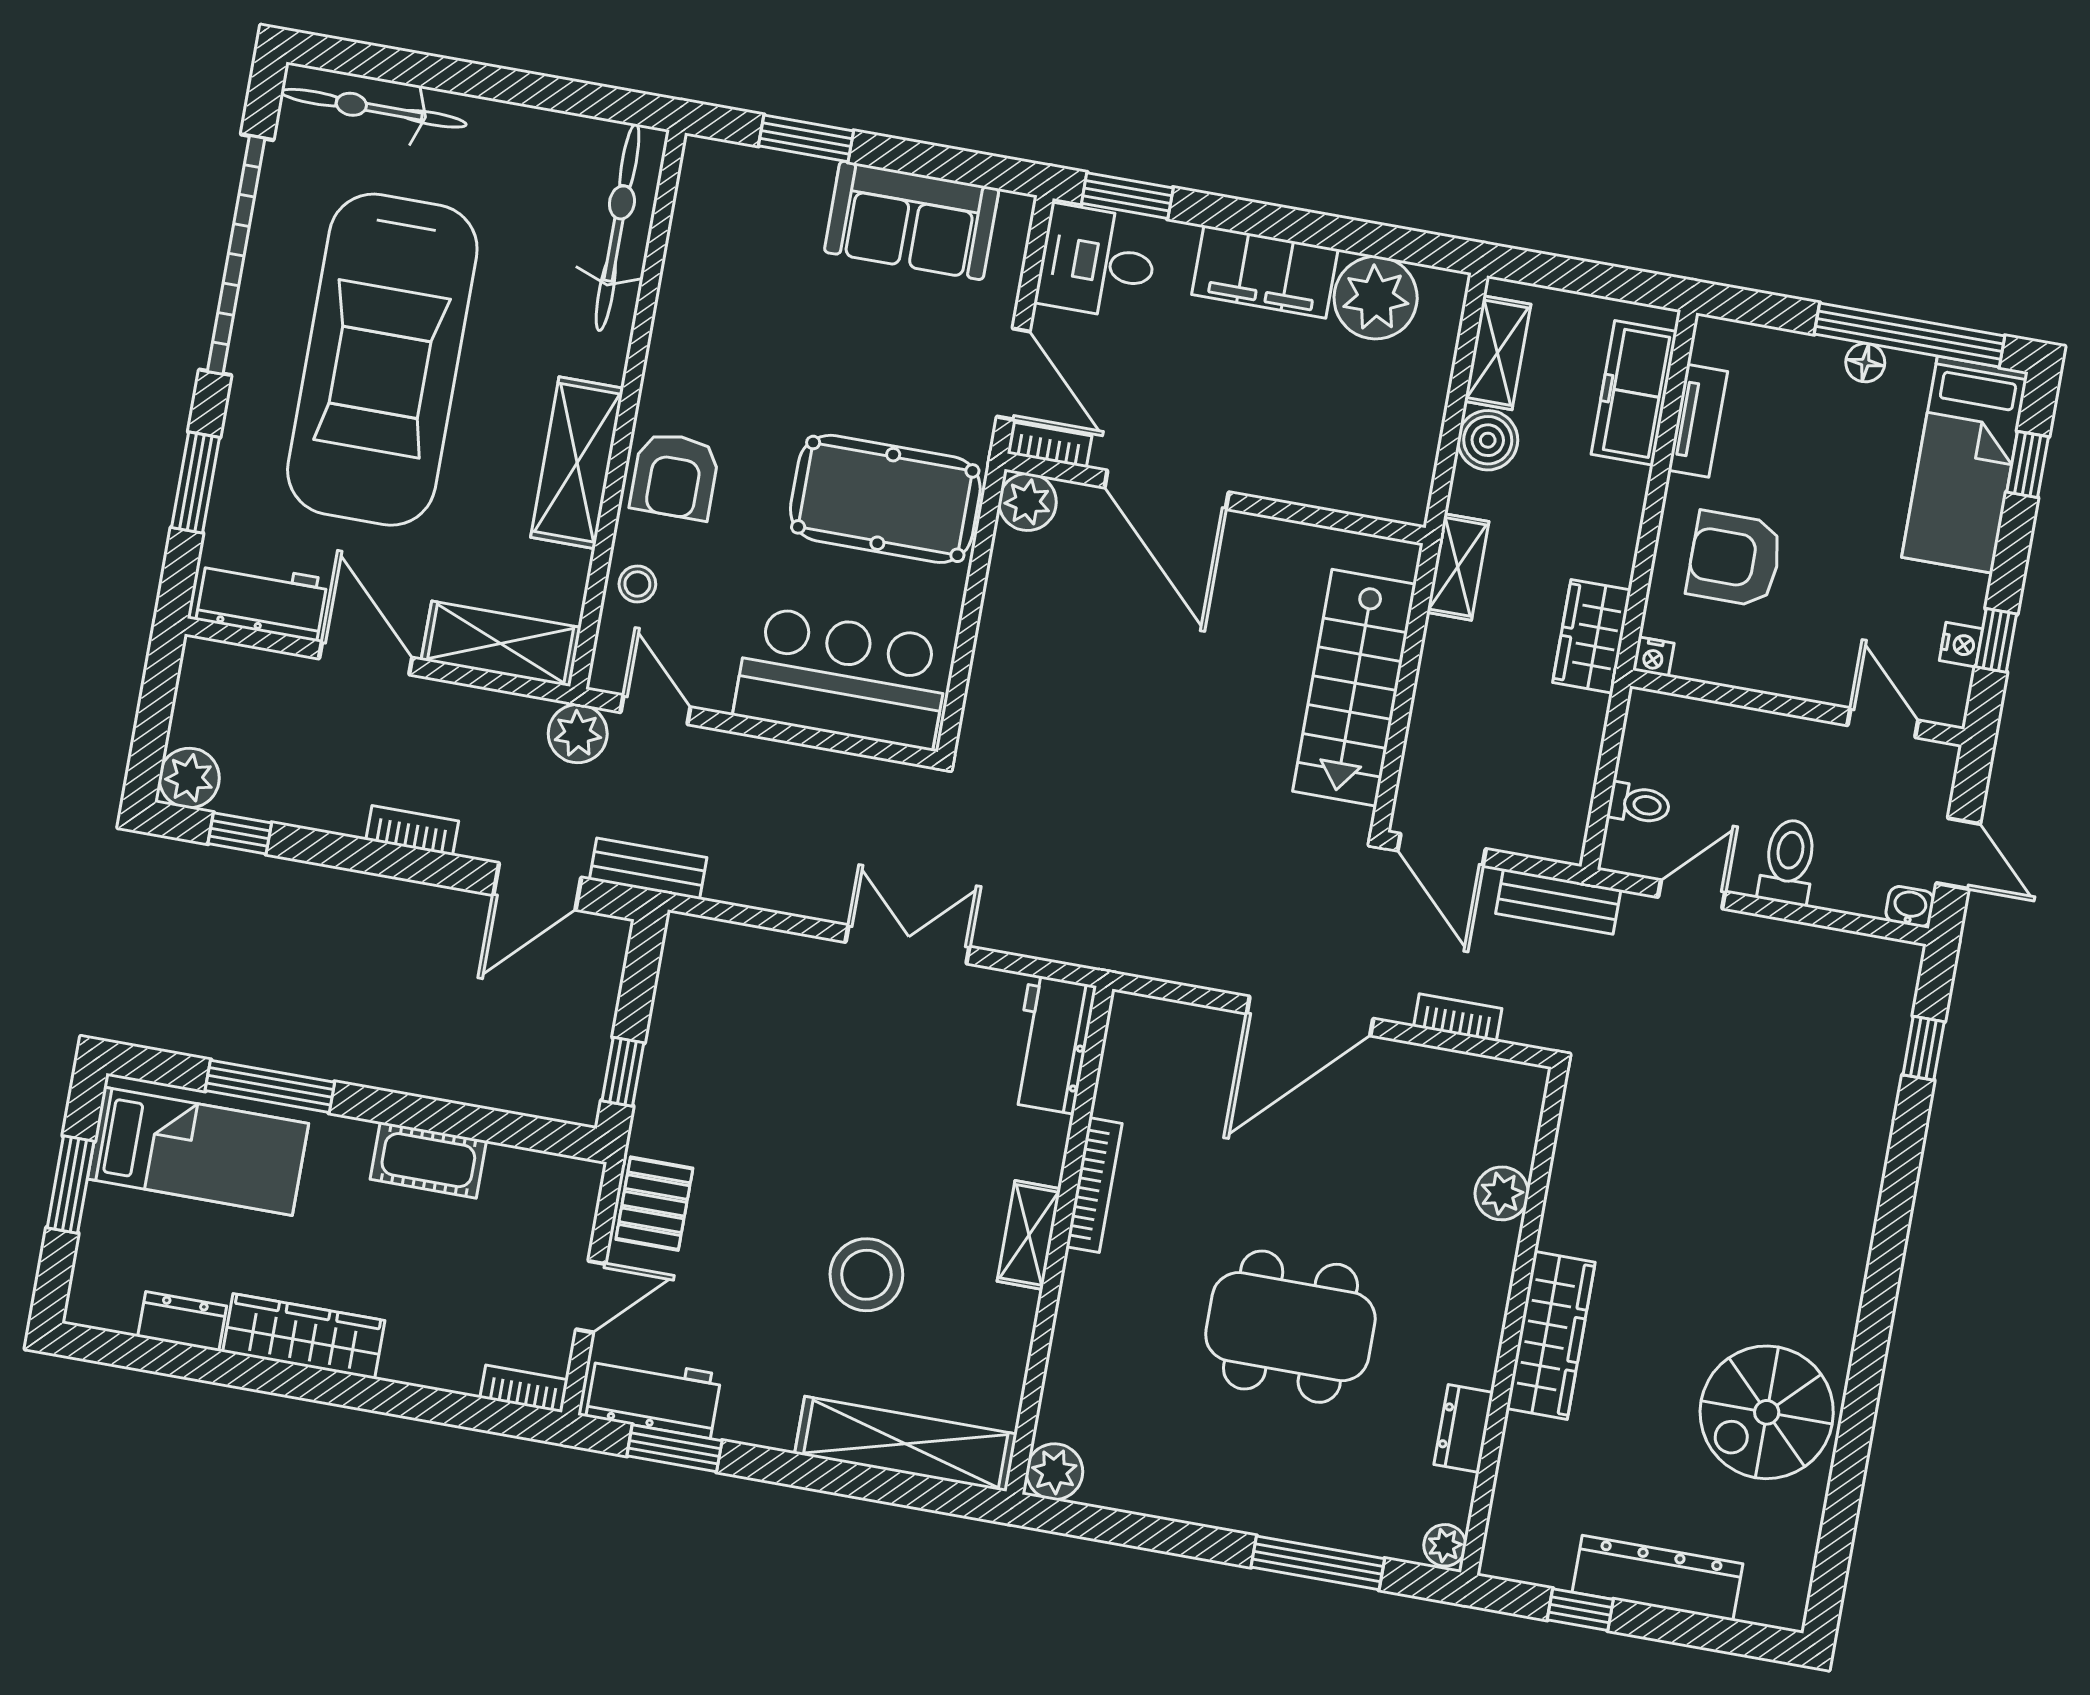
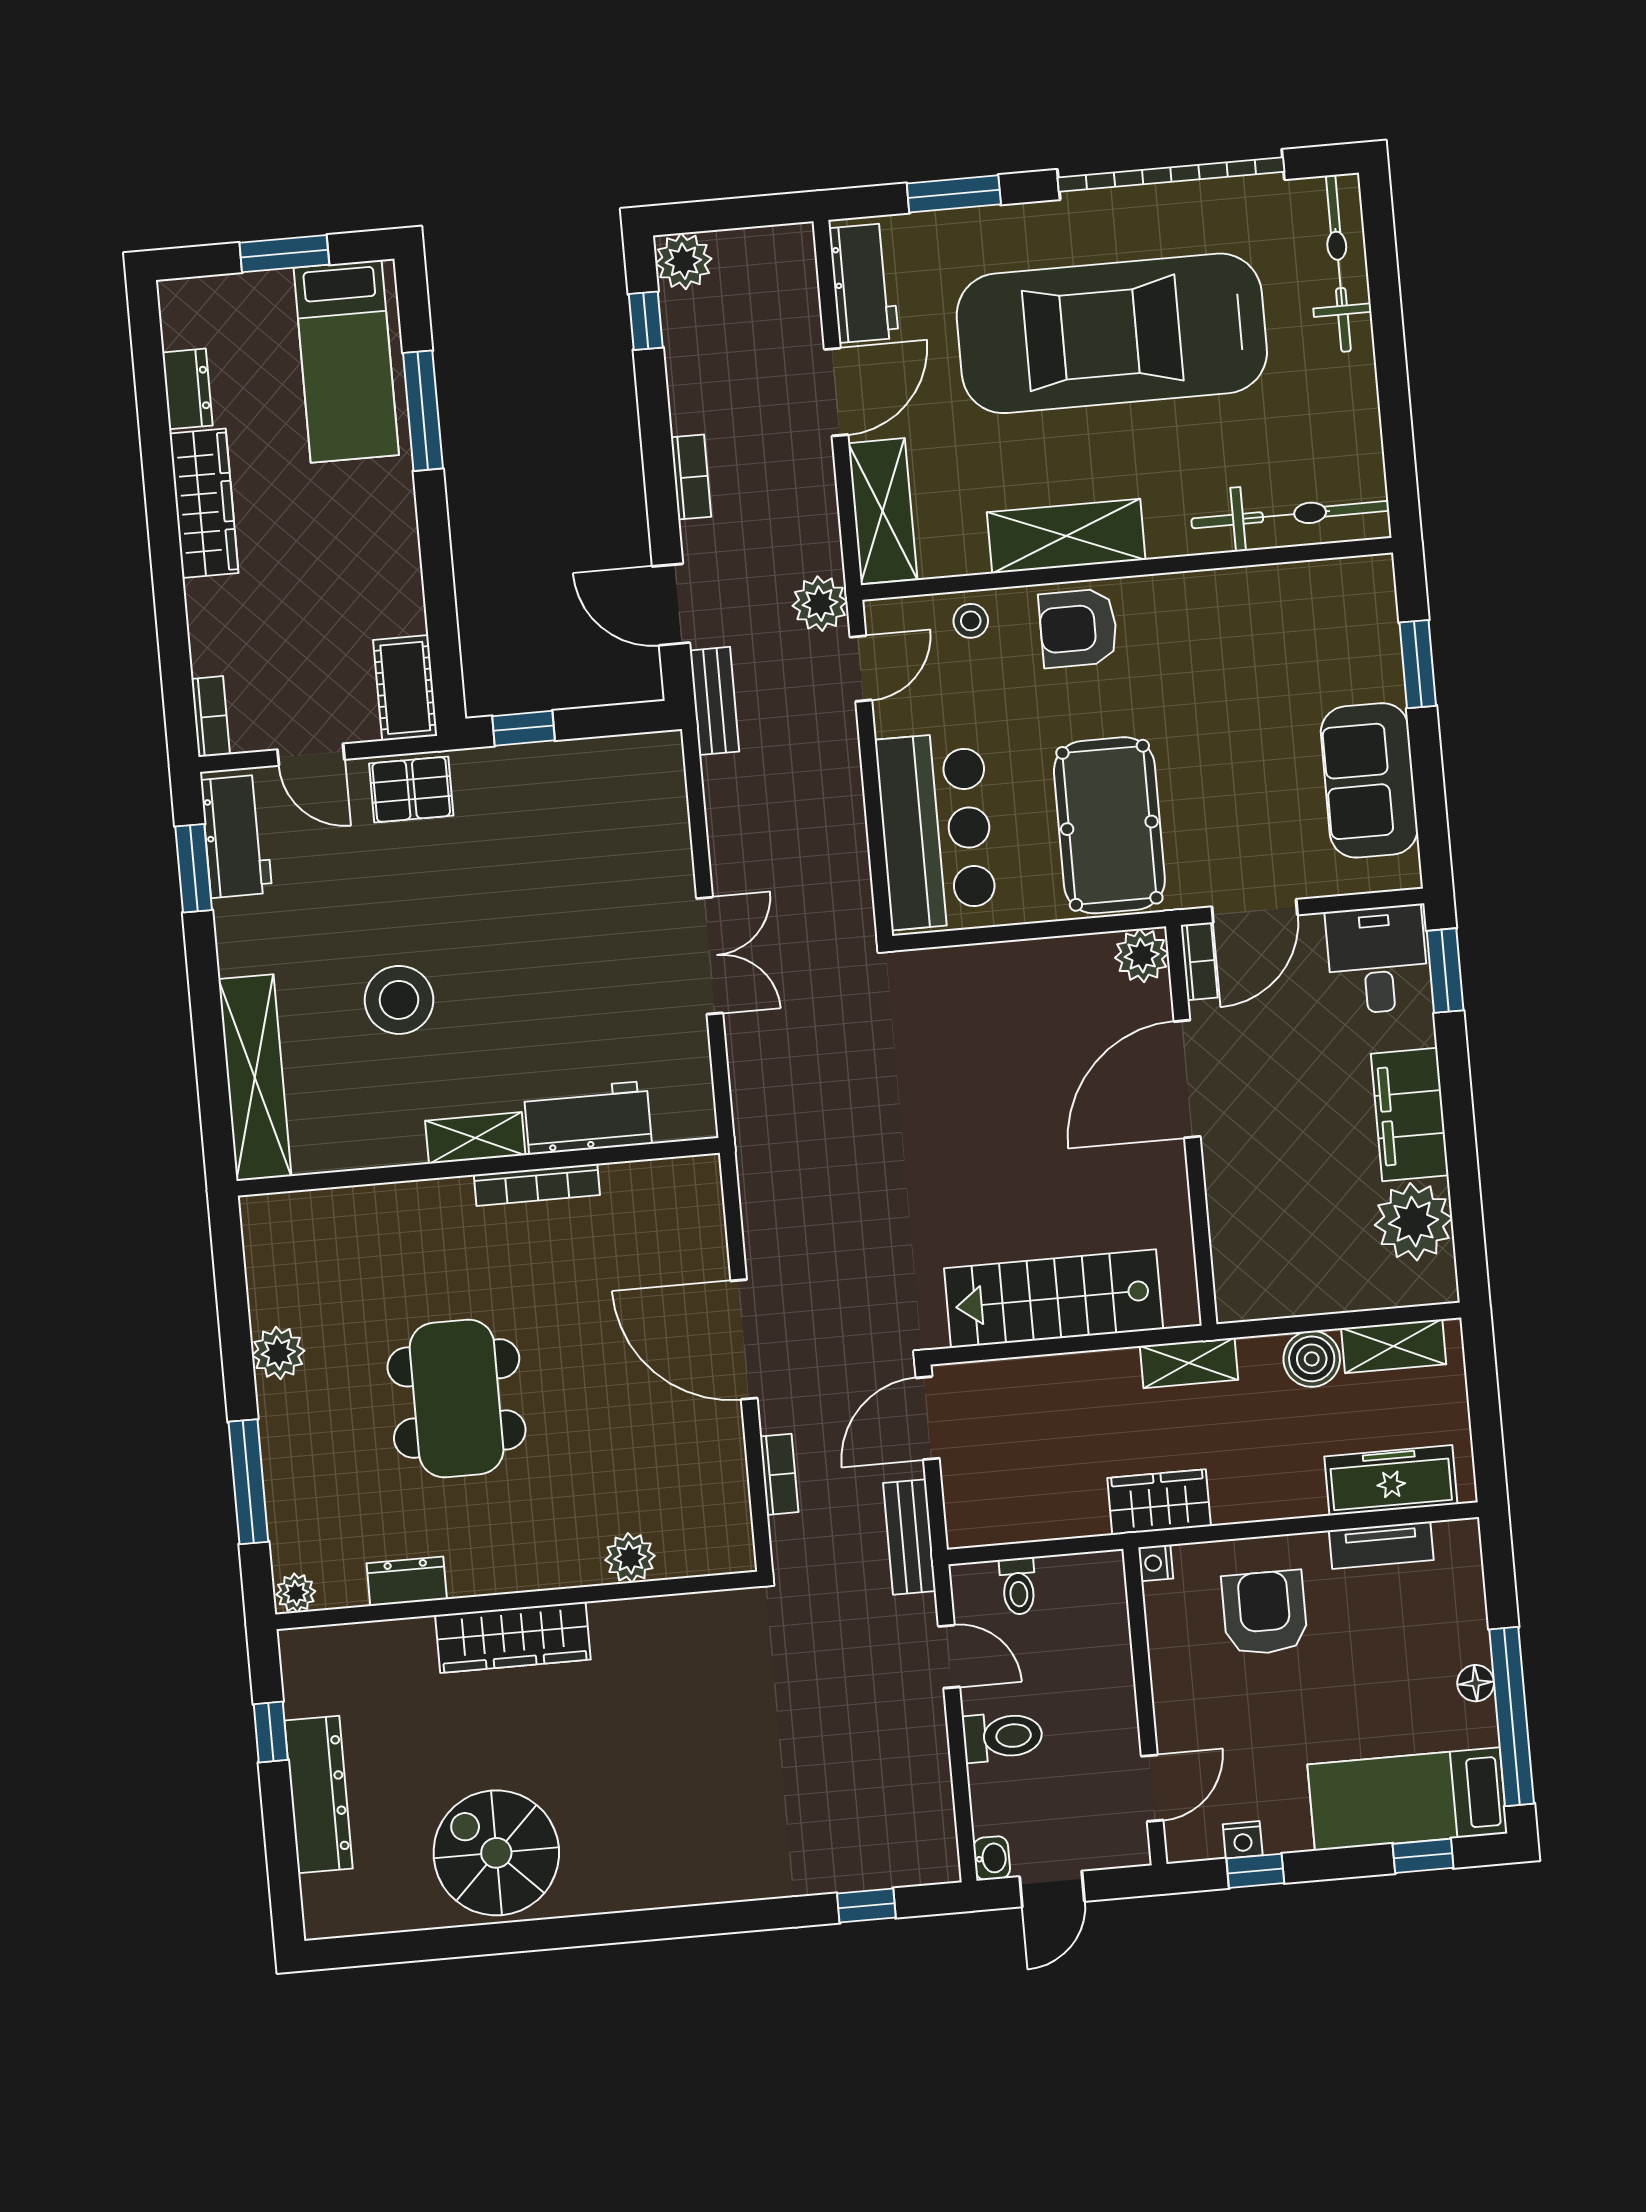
workbench: (1052, 1044) -> (588, 1118), moved
cot: (428, 1160) -> (405, 688), moved
plant: (1055, 1472) -> (278, 1353), moved

